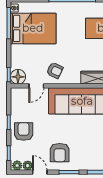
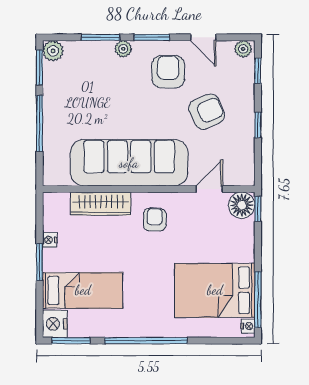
armchair: (55, 70) -> (155, 220), moved, turned 64
armchair: (24, 131) -> (207, 112), moved, turned -113
plant: (28, 166) -> (123, 49), moved

